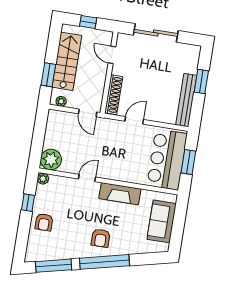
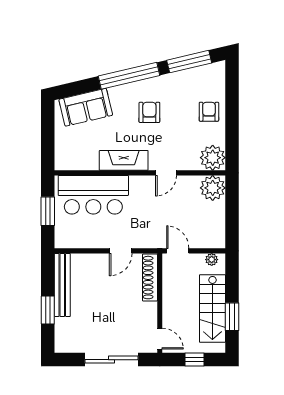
door: (112, 55) -> (160, 339), moved
window: (48, 75) -> (232, 317), moved
bar counter: (167, 159) -> (93, 195), moved, turned 90
plant: (43, 179) -> (213, 158), width x1.88, depth x1.88
window: (28, 203) -> (232, 132), removed
sofa: (162, 221) -> (86, 107), moved, turned 77
armchair: (101, 238) -> (149, 112), moved

